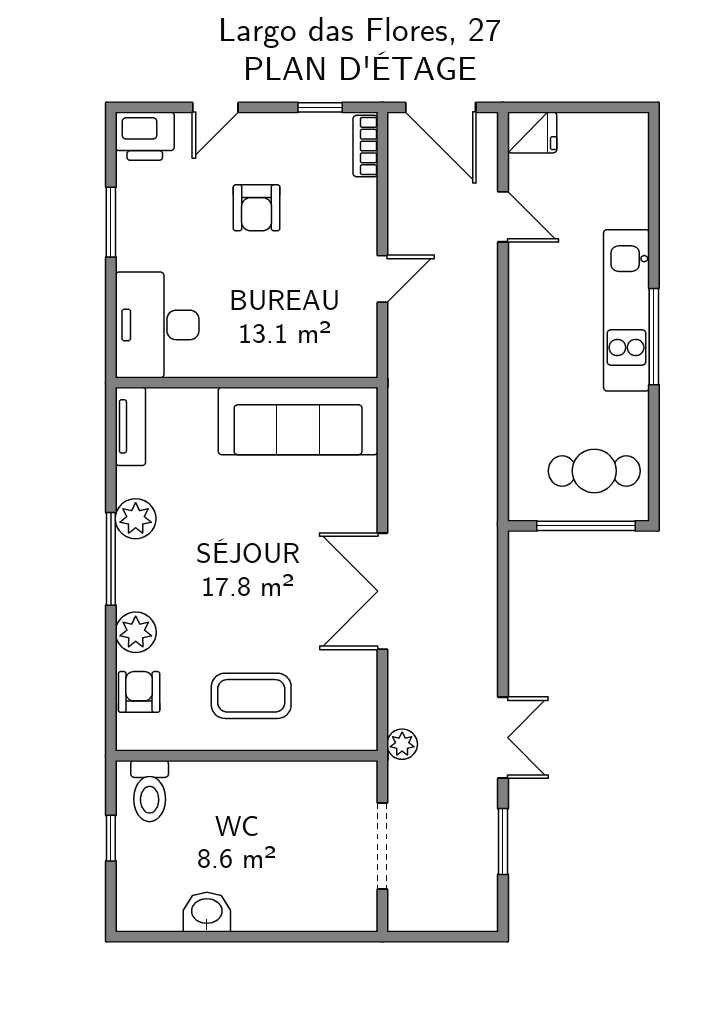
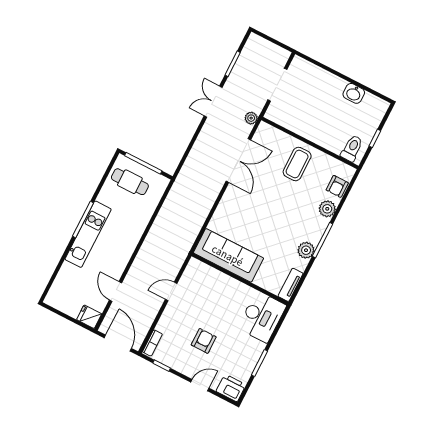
double door: (382, 591) -> (238, 160), moved
coffee table: (251, 696) -> (297, 164), turned 90

